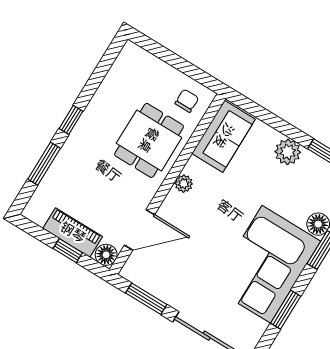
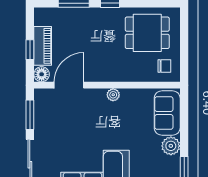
sofa: (224, 136) -> (167, 113), moved, turned 90
dining table: (149, 140) -> (147, 33), moved
door: (139, 230) -> (69, 85), swing flipped

